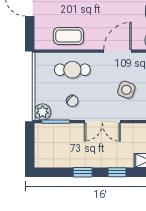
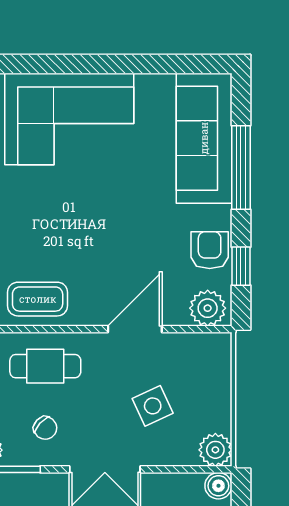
side table: (126, 90) -> (153, 406), turned 45

